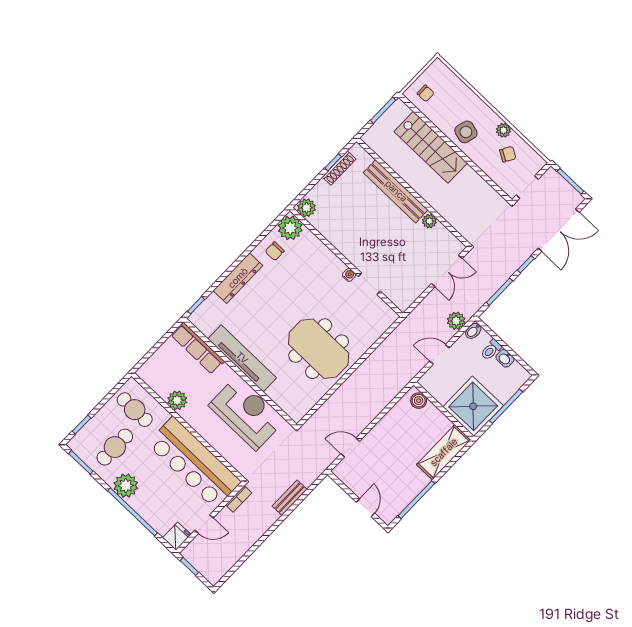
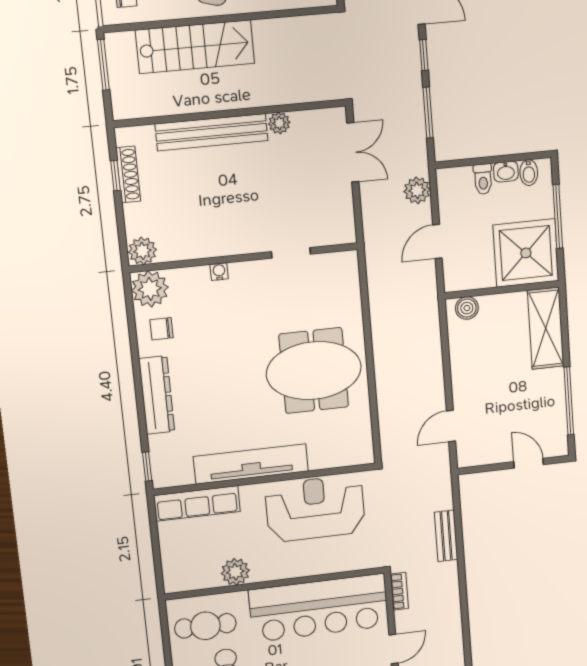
chair: (275, 251) -> (162, 329), turned 90
water cooler: (349, 275) -> (219, 272), moved
bidet: (473, 331) -> (529, 173), moved

